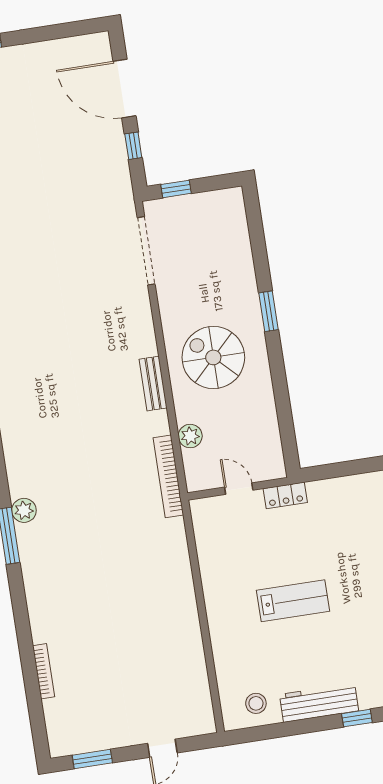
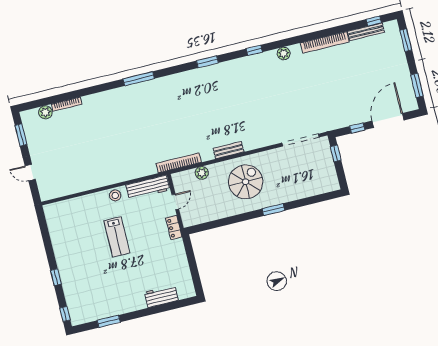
window: (65, 30) -> (417, 85), added
plant: (24, 510) -> (45, 112), moved
stool: (256, 703) -> (115, 195), moved
workbench: (319, 703) -> (148, 187), moved, turned 90

